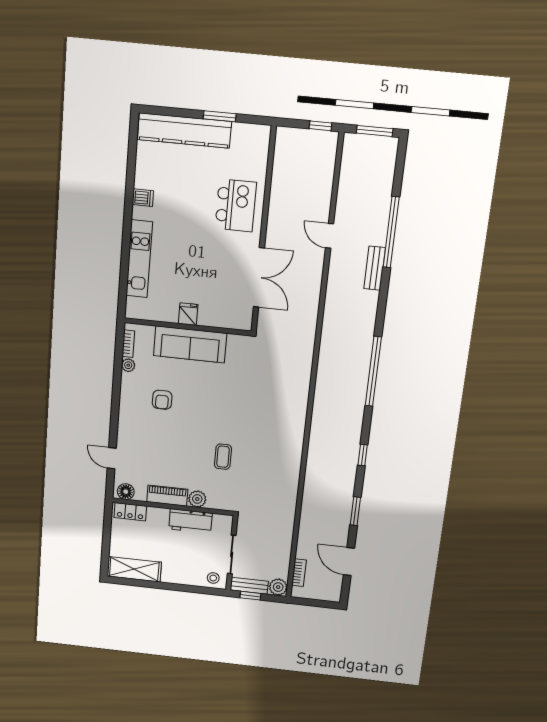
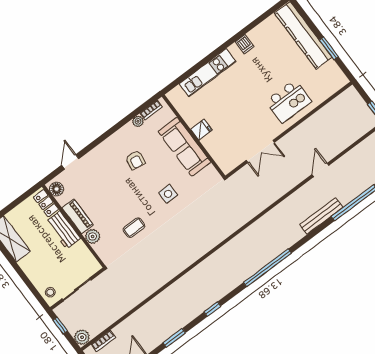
bench: (375, 268) -> (321, 216), width x1.36
double door: (259, 277) -> (260, 151), width x0.73
side table: (220, 399) -> (168, 194), added
armchair: (162, 400) -> (135, 160), turned -81
workbench: (190, 521) -> (63, 230), moved
bench: (249, 586) -> (66, 319), removed

